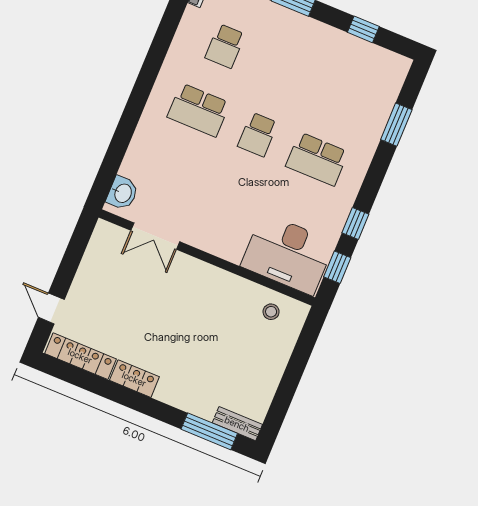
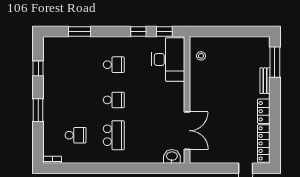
school desk: (317, 159) -> (114, 65), width x0.54
double door: (155, 236) -> (187, 131), width x1.37
bench: (237, 424) -> (265, 81), moved

